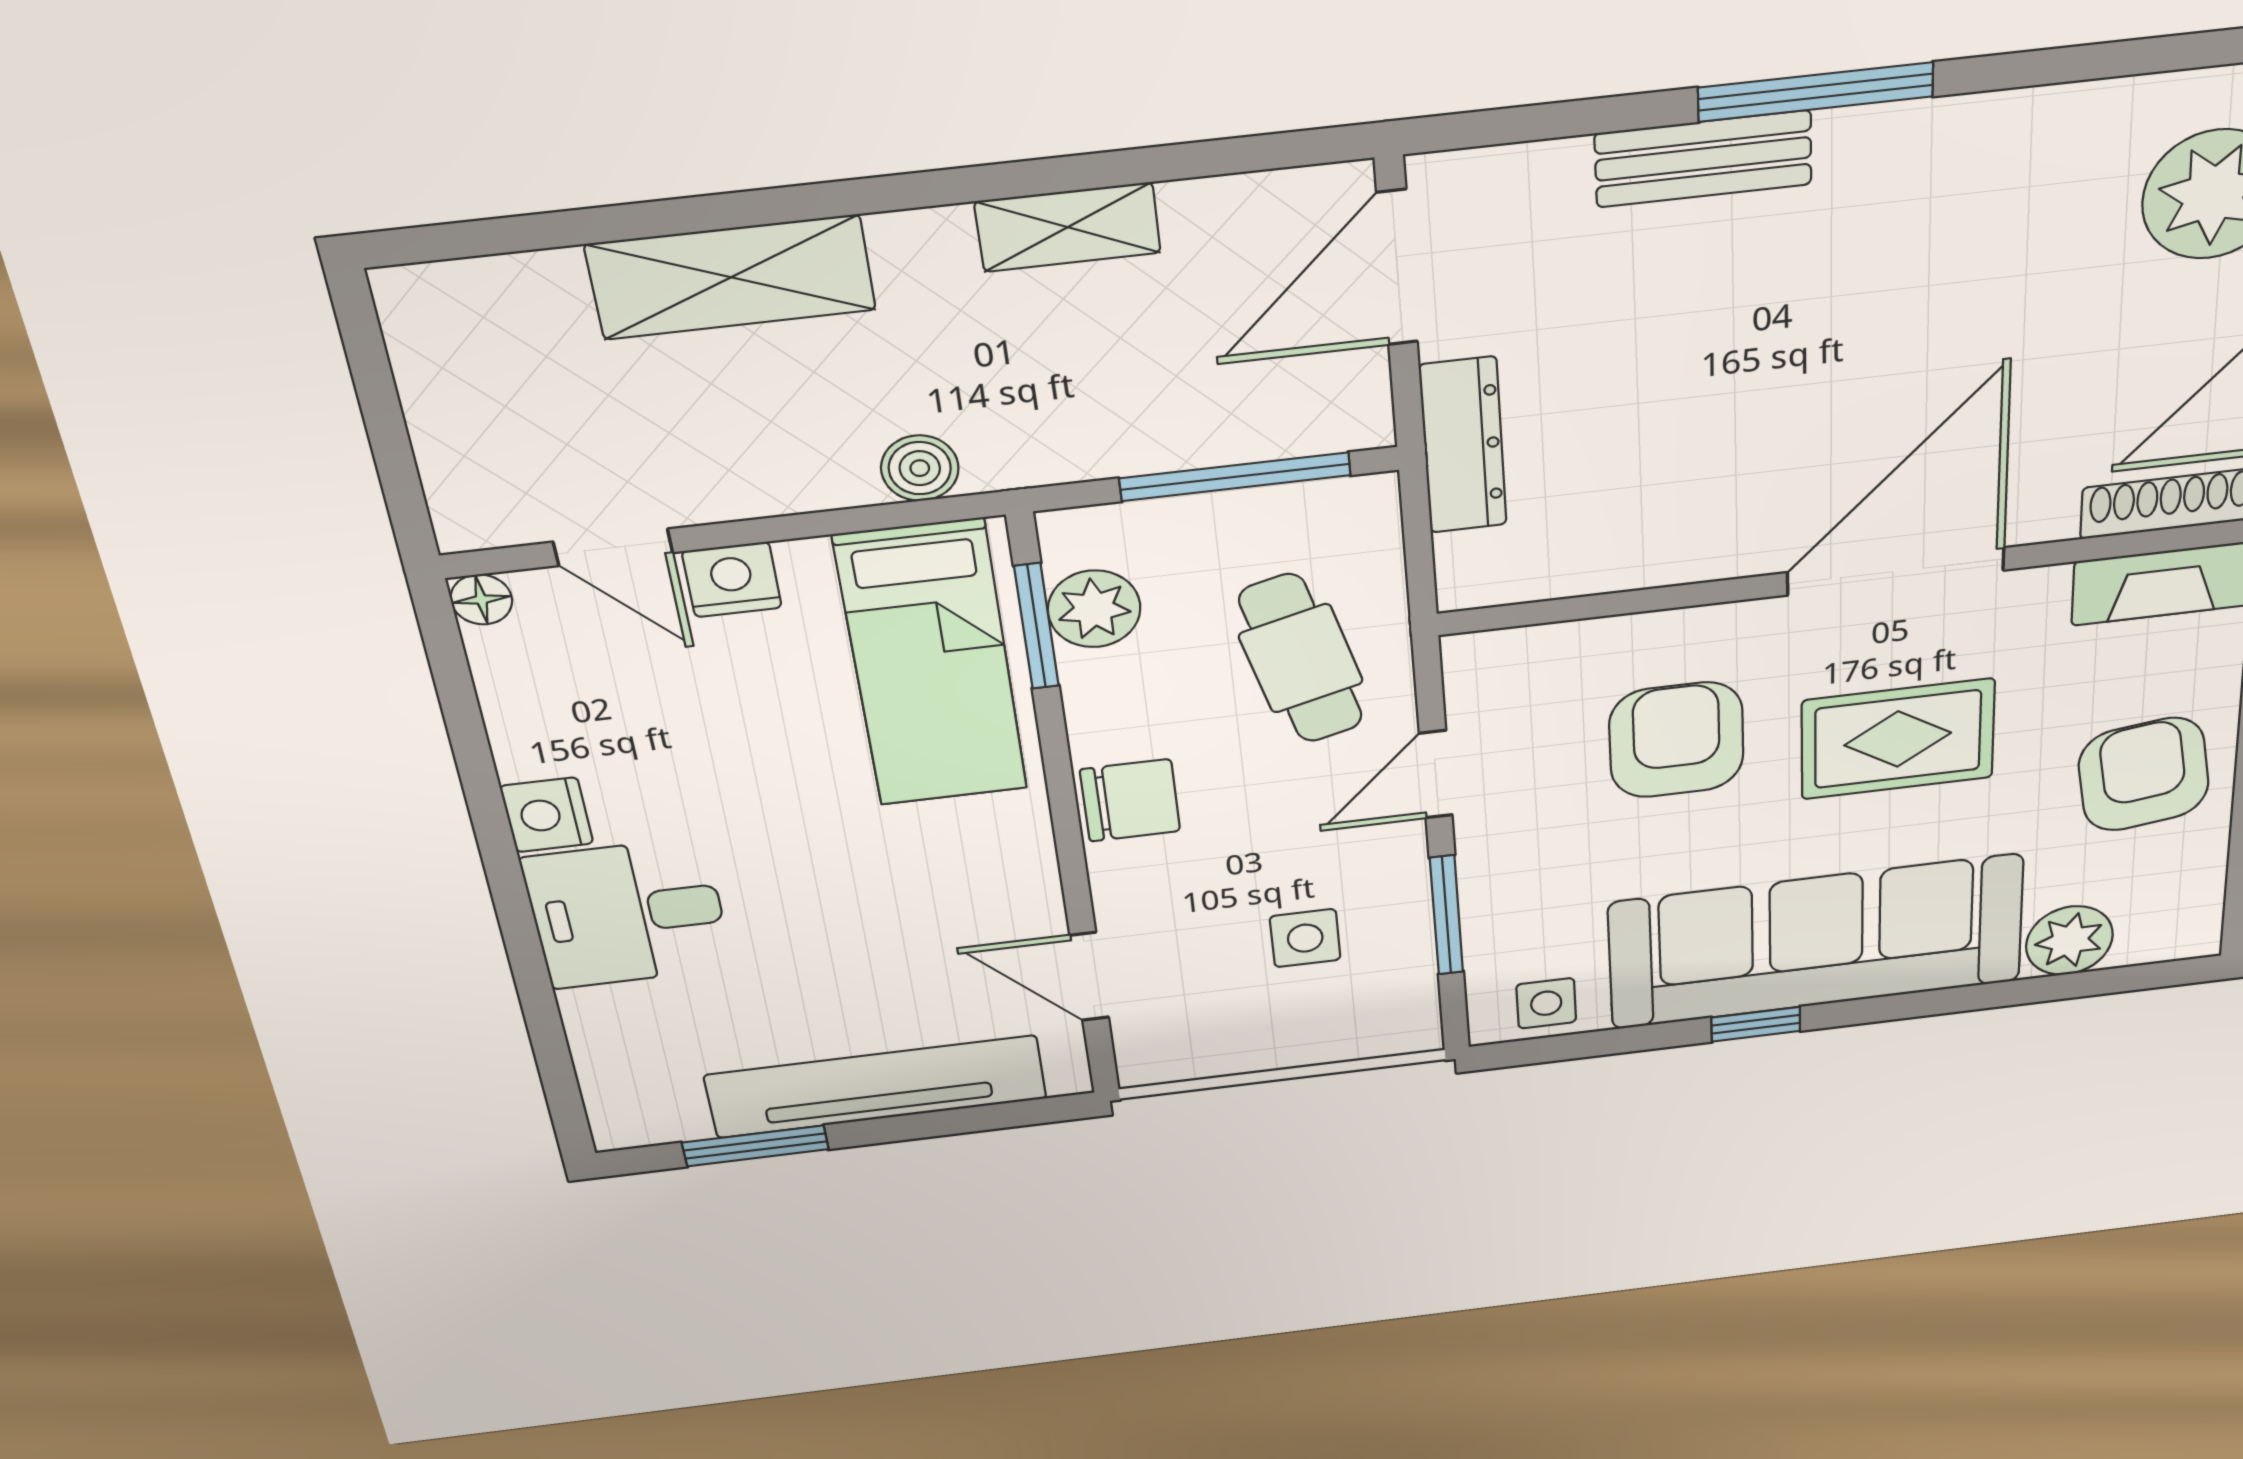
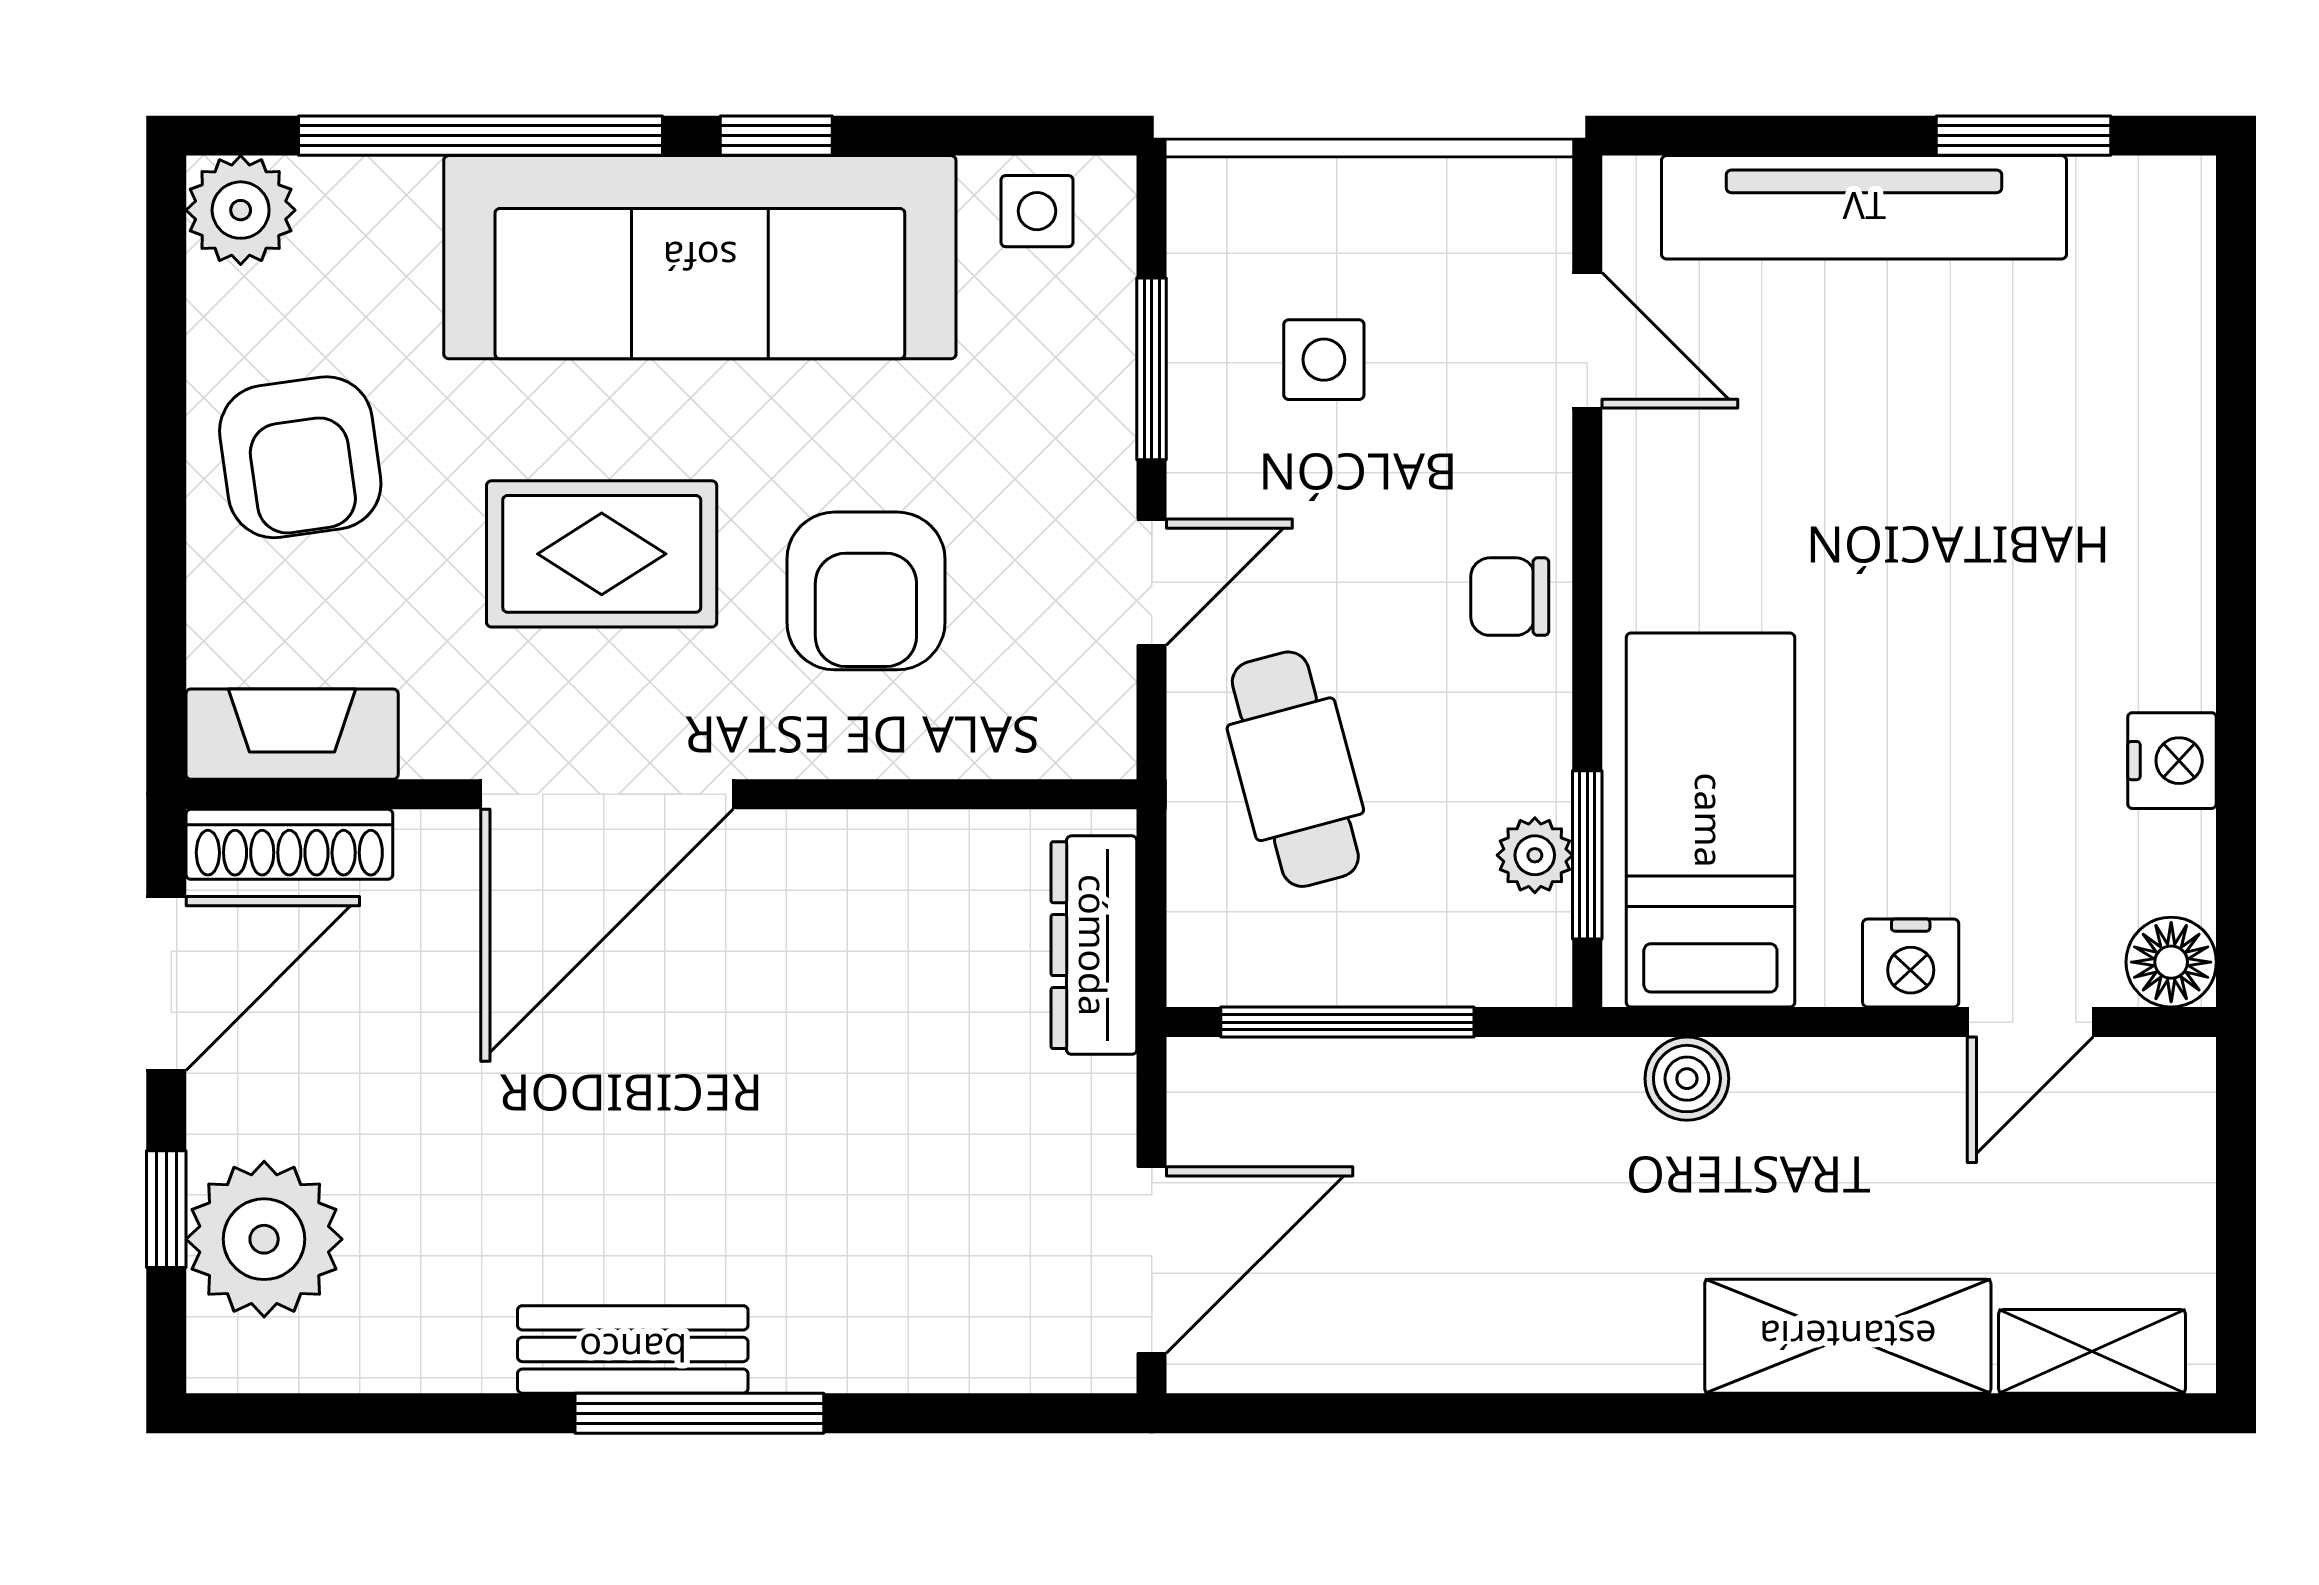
bench: (1703, 159) -> (633, 1349), moved
shelving: (1068, 227) -> (2092, 1351), moved
dresser: (1463, 445) -> (1094, 945), moved
door: (613, 547) -> (2030, 1022), swing flipped
floor lamp: (481, 599) -> (2171, 962), width x1.37, depth x1.37
plant: (1094, 609) -> (1535, 855), width x0.73, depth x0.73
chair: (1130, 800) -> (1510, 597), width x0.73, depth x0.73
nightstand: (547, 815) -> (2172, 761), moved
desk: (628, 914) -> (2109, 518), removed
plant: (2069, 941) -> (241, 210), moved
window: (1989, 996) -> (481, 136), added

